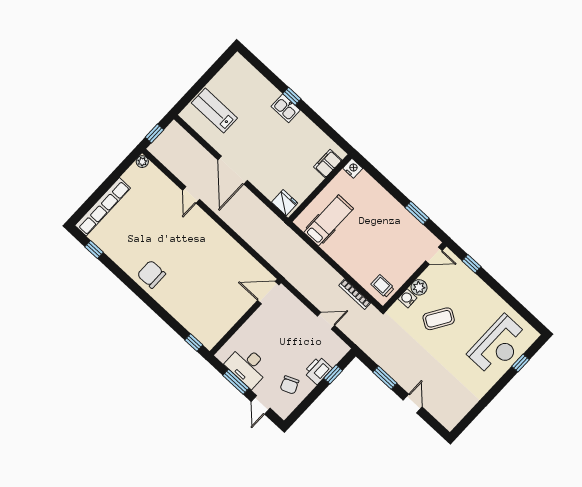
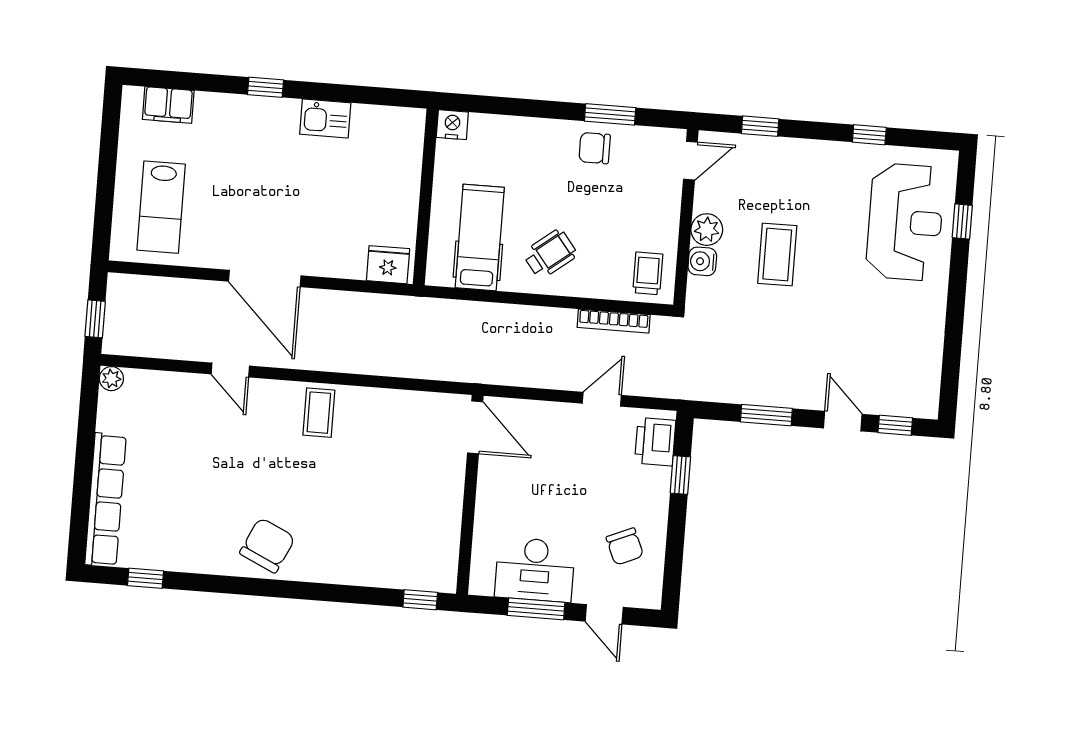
kitchen sink: (286, 108) -> (325, 118), moved
lab bench: (214, 110) -> (161, 207), turned -90
filing cabinet: (328, 164) -> (168, 105), moved, turned -90
chair: (401, 221) -> (595, 148), added
coffee table: (212, 239) -> (319, 413), added
wheelchair: (351, 248) -> (550, 254), added
chair: (151, 274) -> (267, 545), turned 115
trolley: (383, 286) -> (648, 273), turned 90
door: (268, 293) -> (475, 427), swing flipped
window: (511, 301) -> (869, 135), added
coffee table: (439, 319) -> (777, 254), turned -32
printer: (318, 370) -> (655, 442), moved
window: (432, 421) -> (895, 425), added

